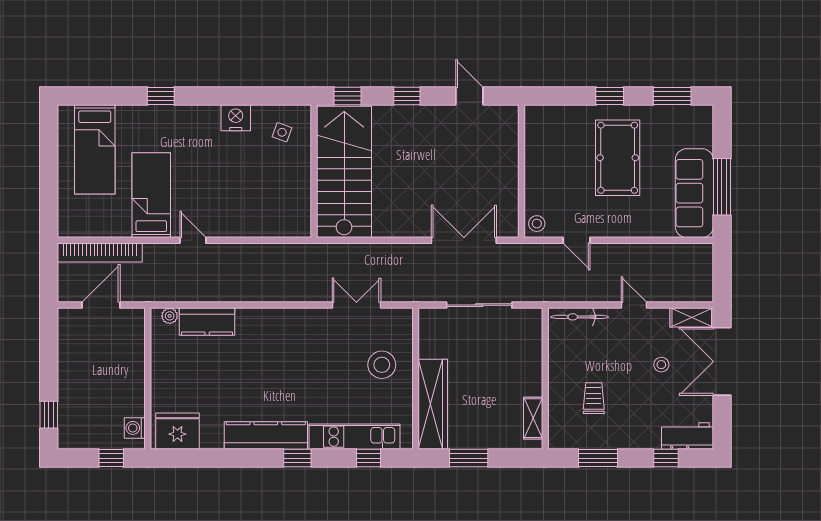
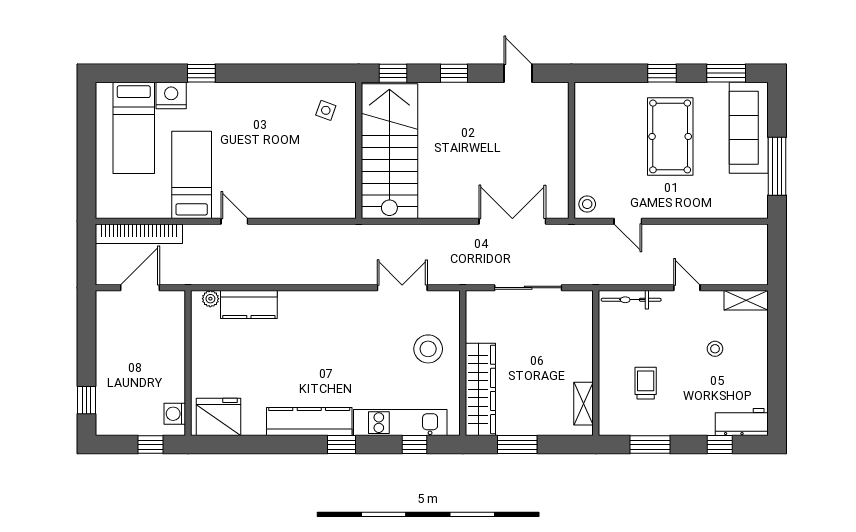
nightstand: (236, 118) -> (171, 96), moved
sofa: (694, 193) -> (749, 128), moved
double door: (722, 361) -> (777, 345), removed

